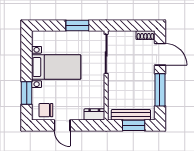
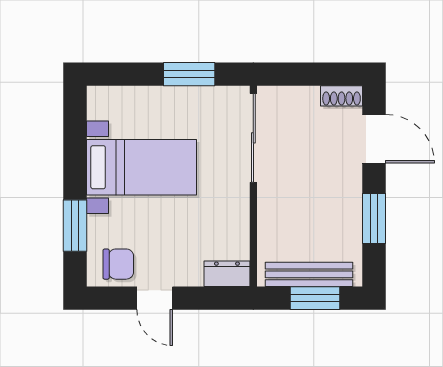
window: (160, 90) -> (374, 218), width x0.69
chair: (46, 110) -> (118, 264), turned 180

